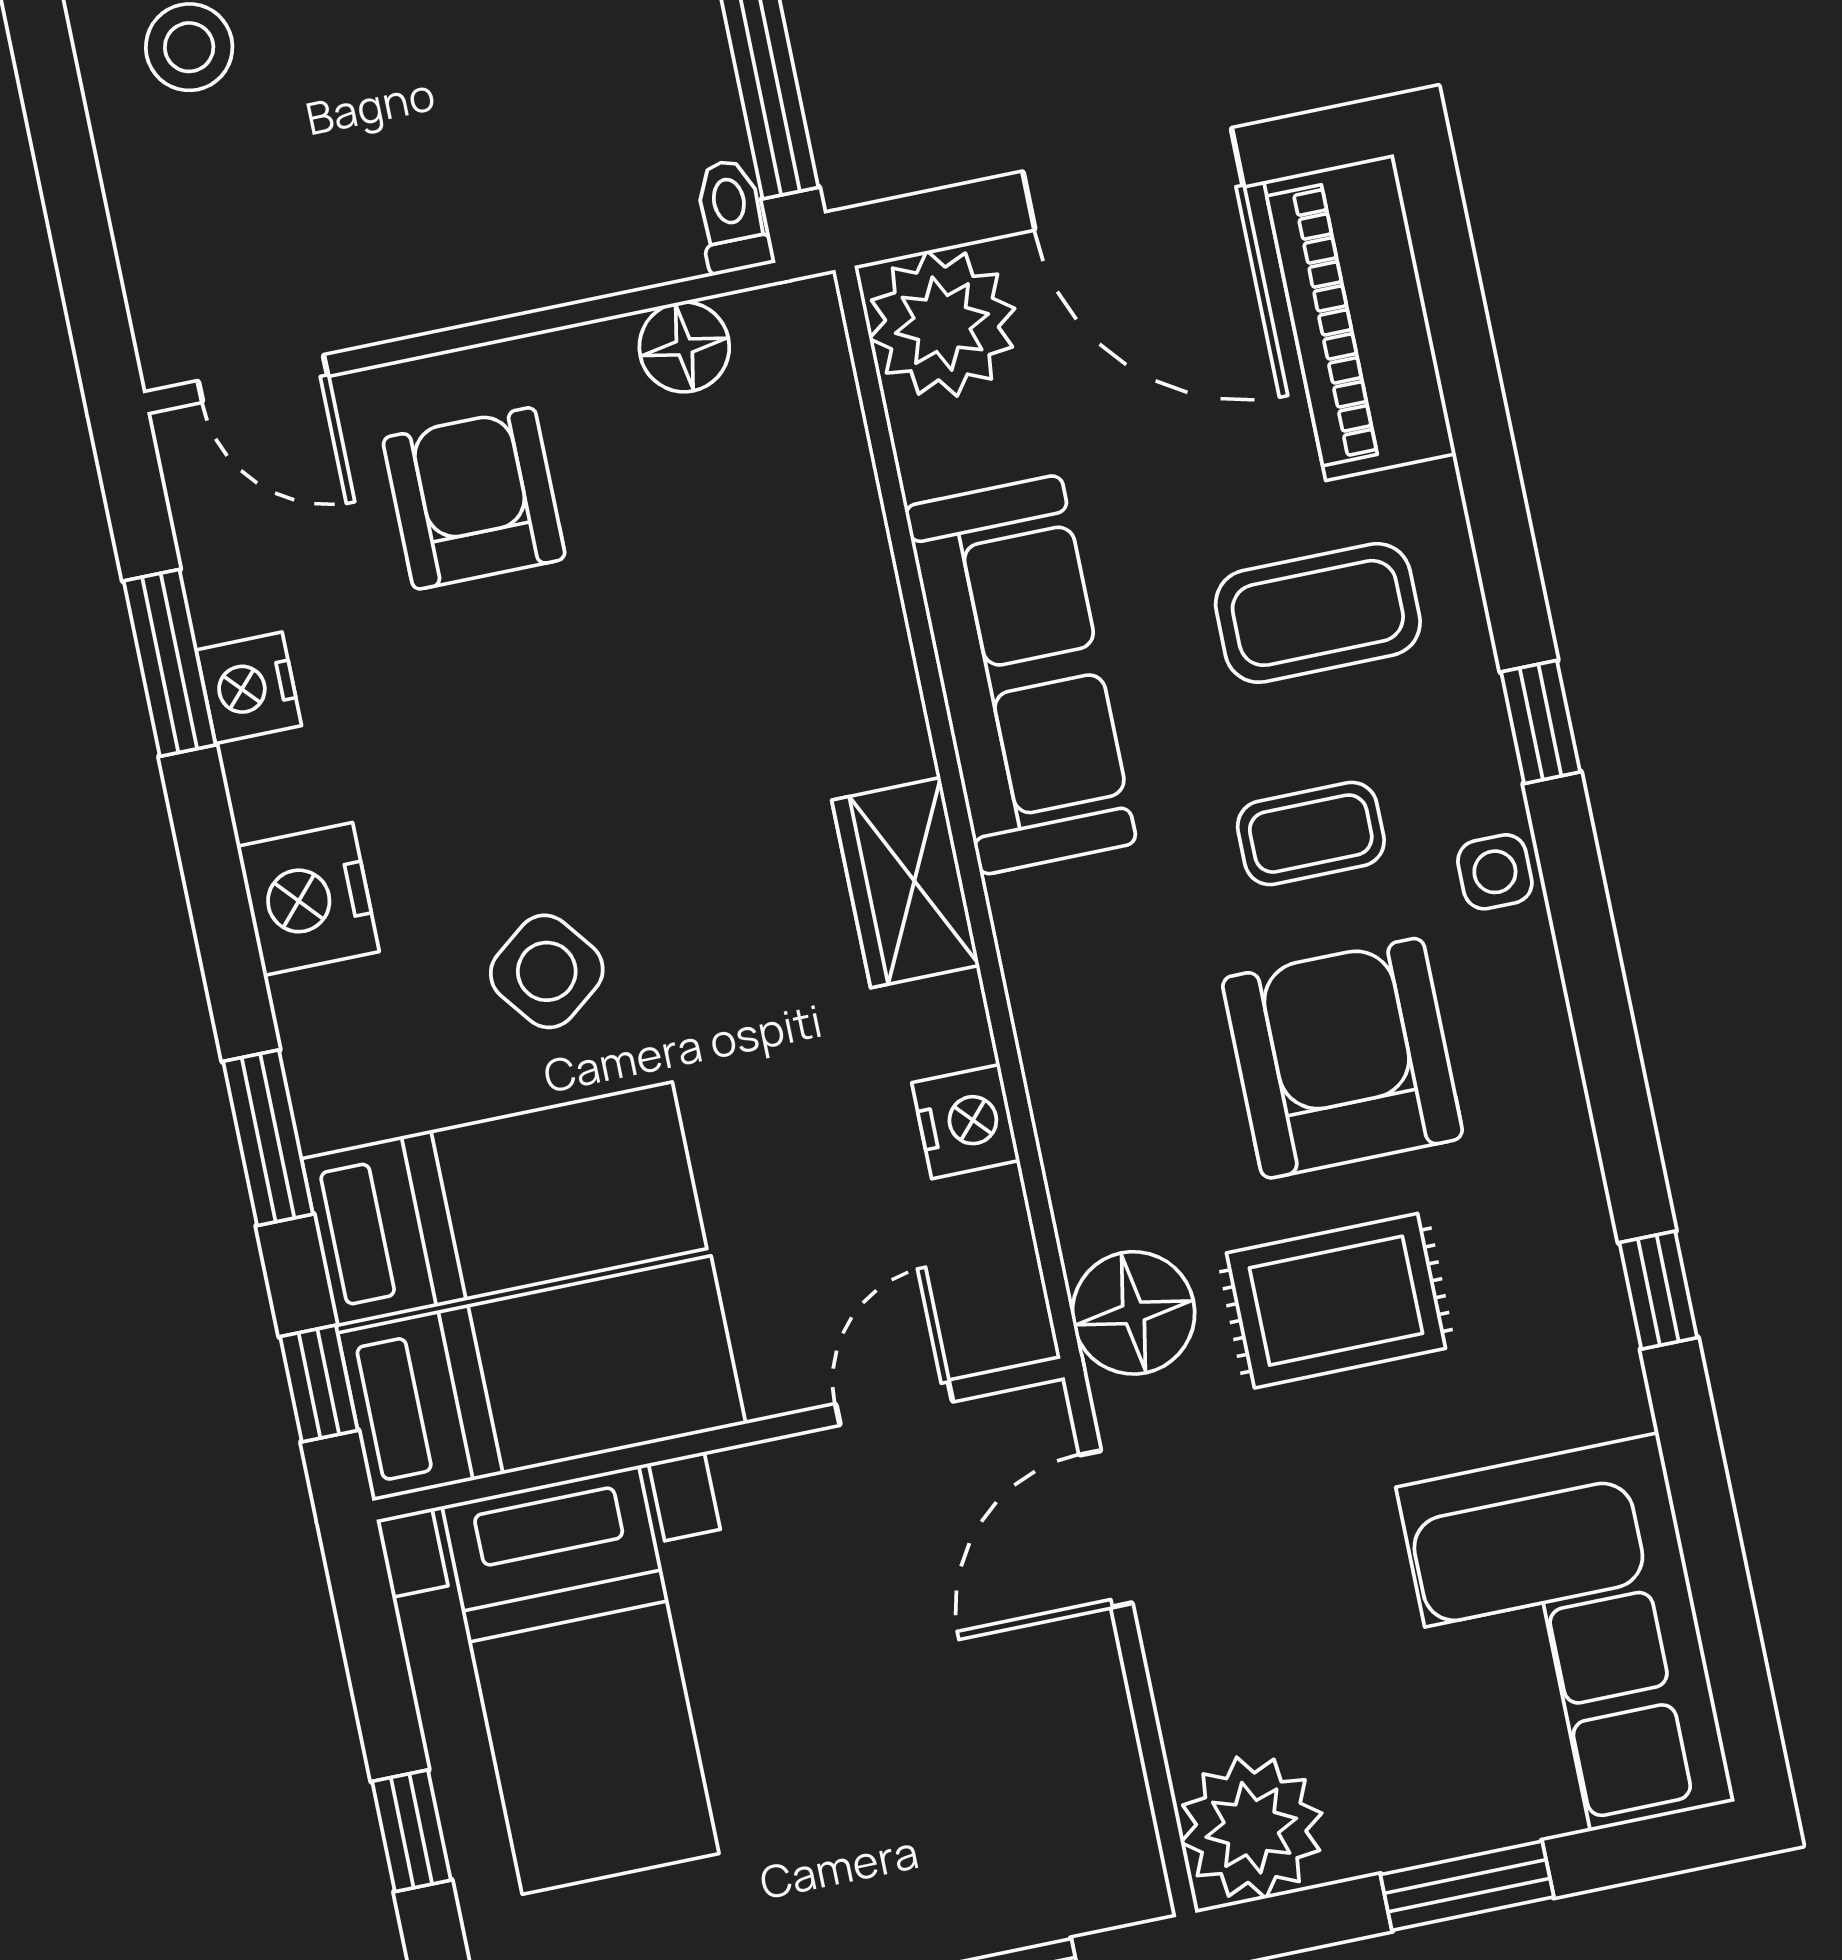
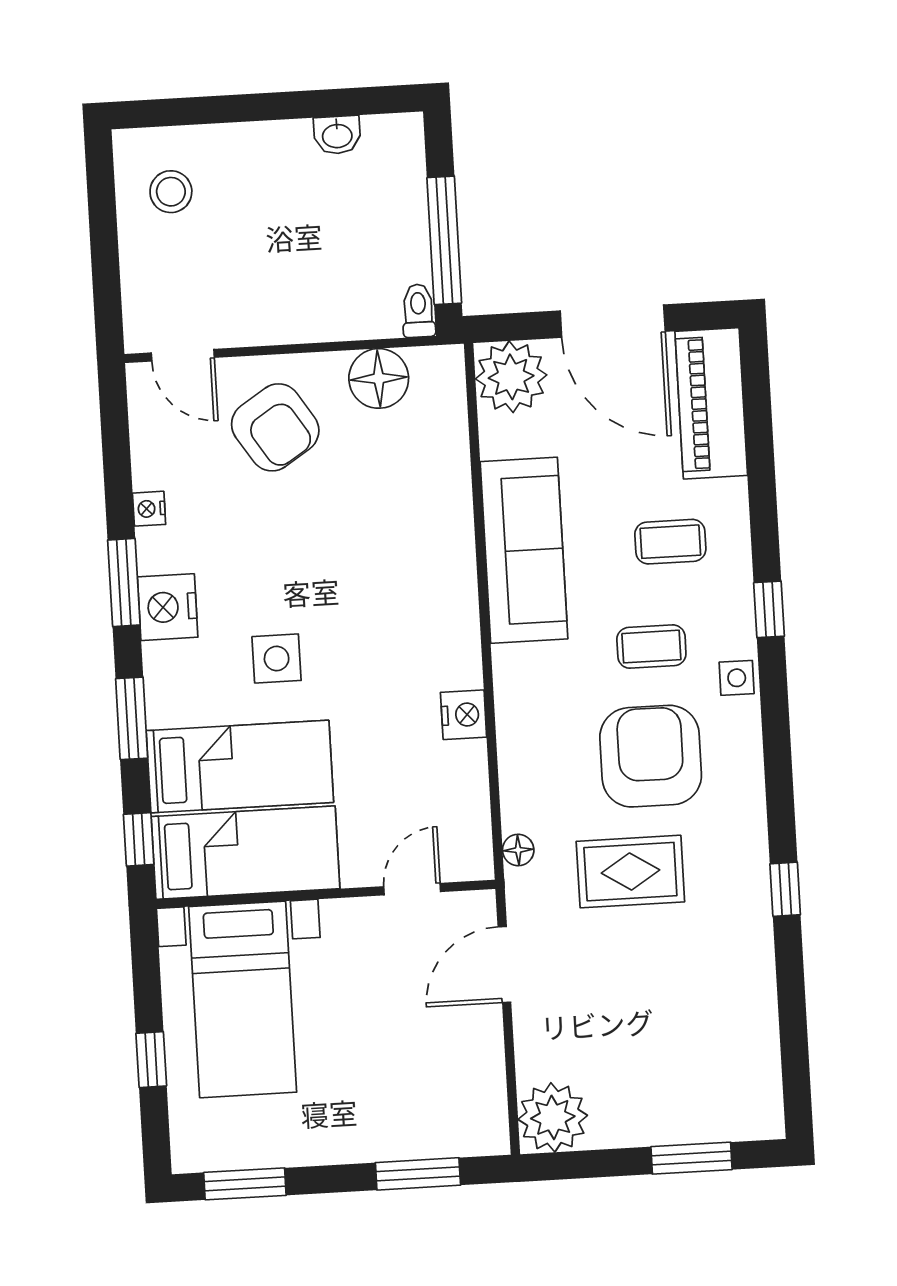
floor lamp: (684, 347) -> (379, 378), width x1.38, depth x1.38
armchair: (474, 498) -> (275, 427), turned 147
coffee table: (1318, 613) -> (670, 542), width x0.73, depth x0.77
window: (170, 663) -> (124, 582), moved
nightstand: (249, 688) -> (149, 509), width x0.72, depth x0.74
wardrobe: (906, 883) -> (454, 641), removed
side table: (547, 971) -> (277, 659), turned 38
nightstand: (966, 1122) -> (464, 715), moved
floor lamp: (1133, 1313) -> (518, 850), width x0.53, depth x0.53
corner sofa: (1565, 1644) -> (716, 1052), removed
window: (1467, 1886) -> (692, 1158), moved

